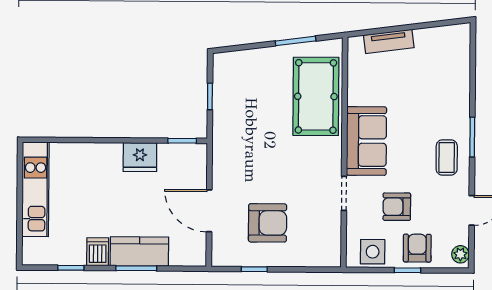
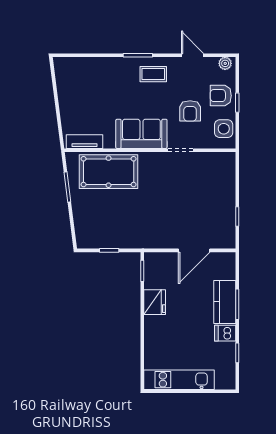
tv unit: (389, 41) -> (85, 142), moved, turned -83
armchair: (268, 223) -> (203, 207), removed

